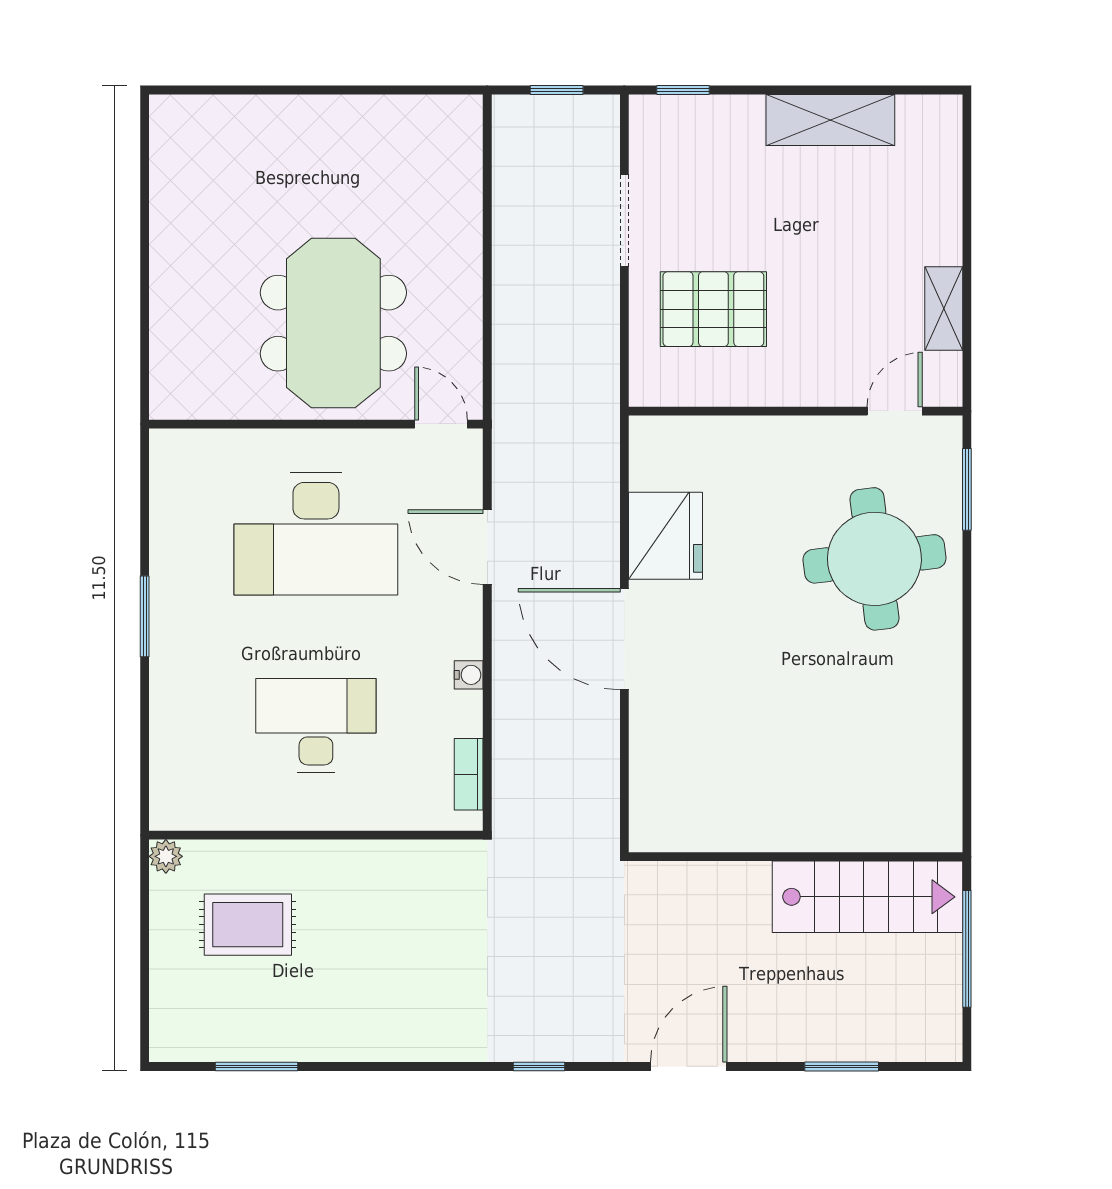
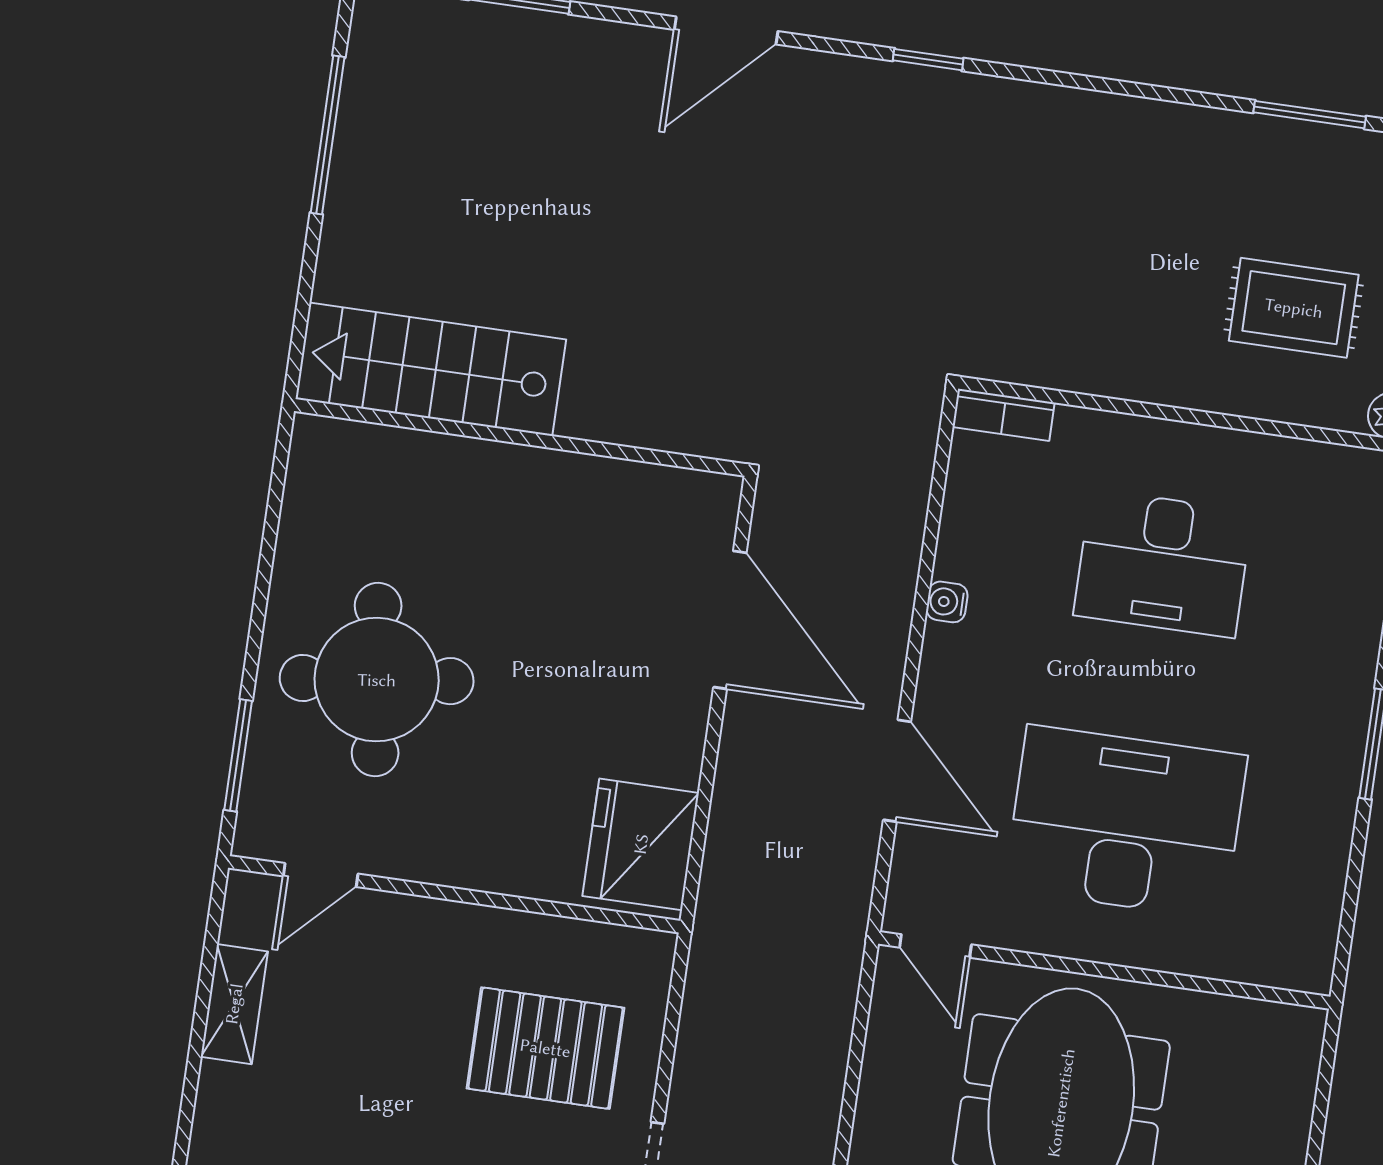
fridge: (666, 536) -> (641, 844), moved
bookcase: (469, 774) -> (1004, 415), moved, turned 90
wall: (796, 857) -> (520, 438), moved
stairs: (868, 897) -> (431, 369), moved

